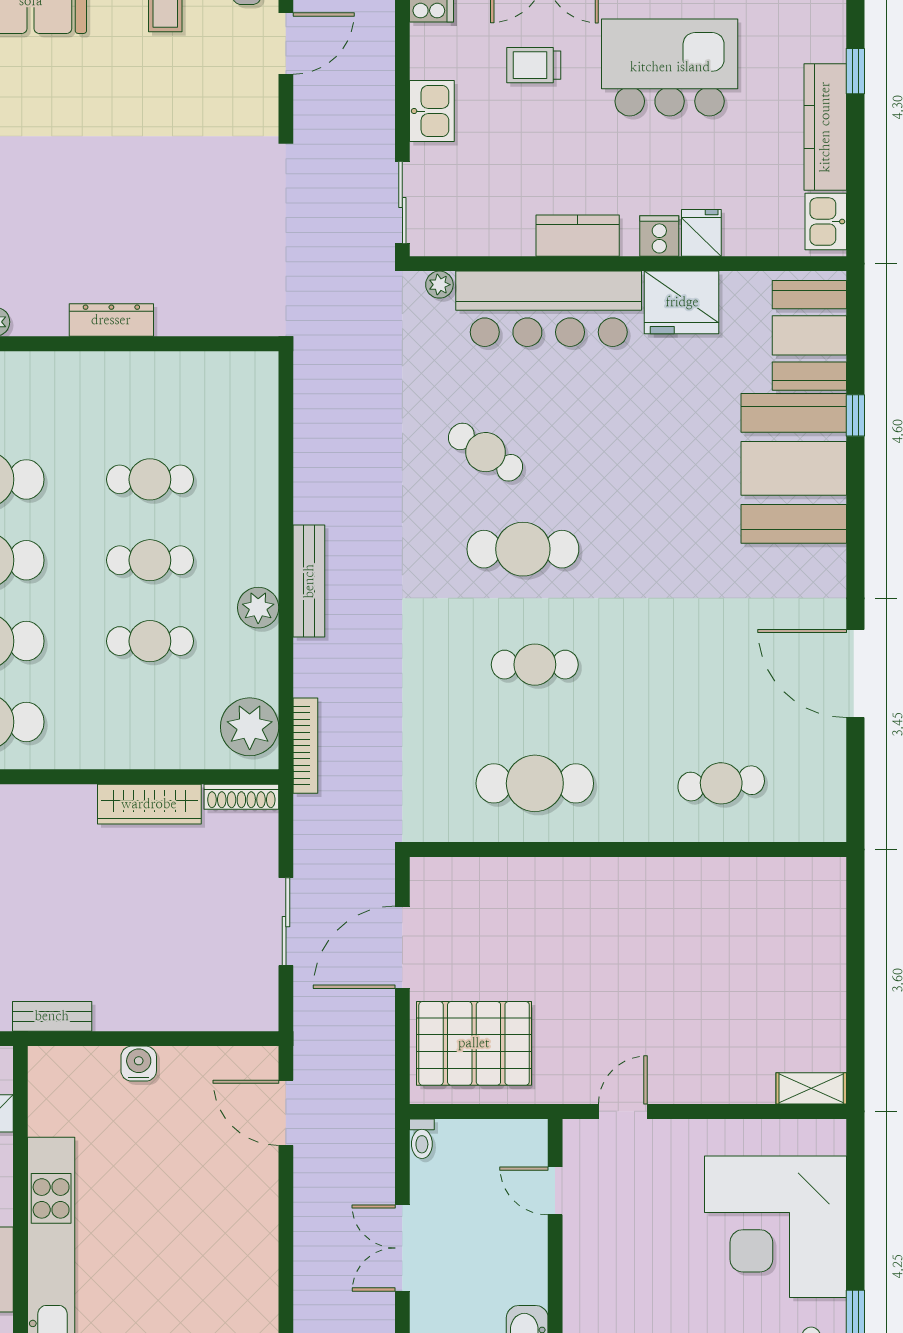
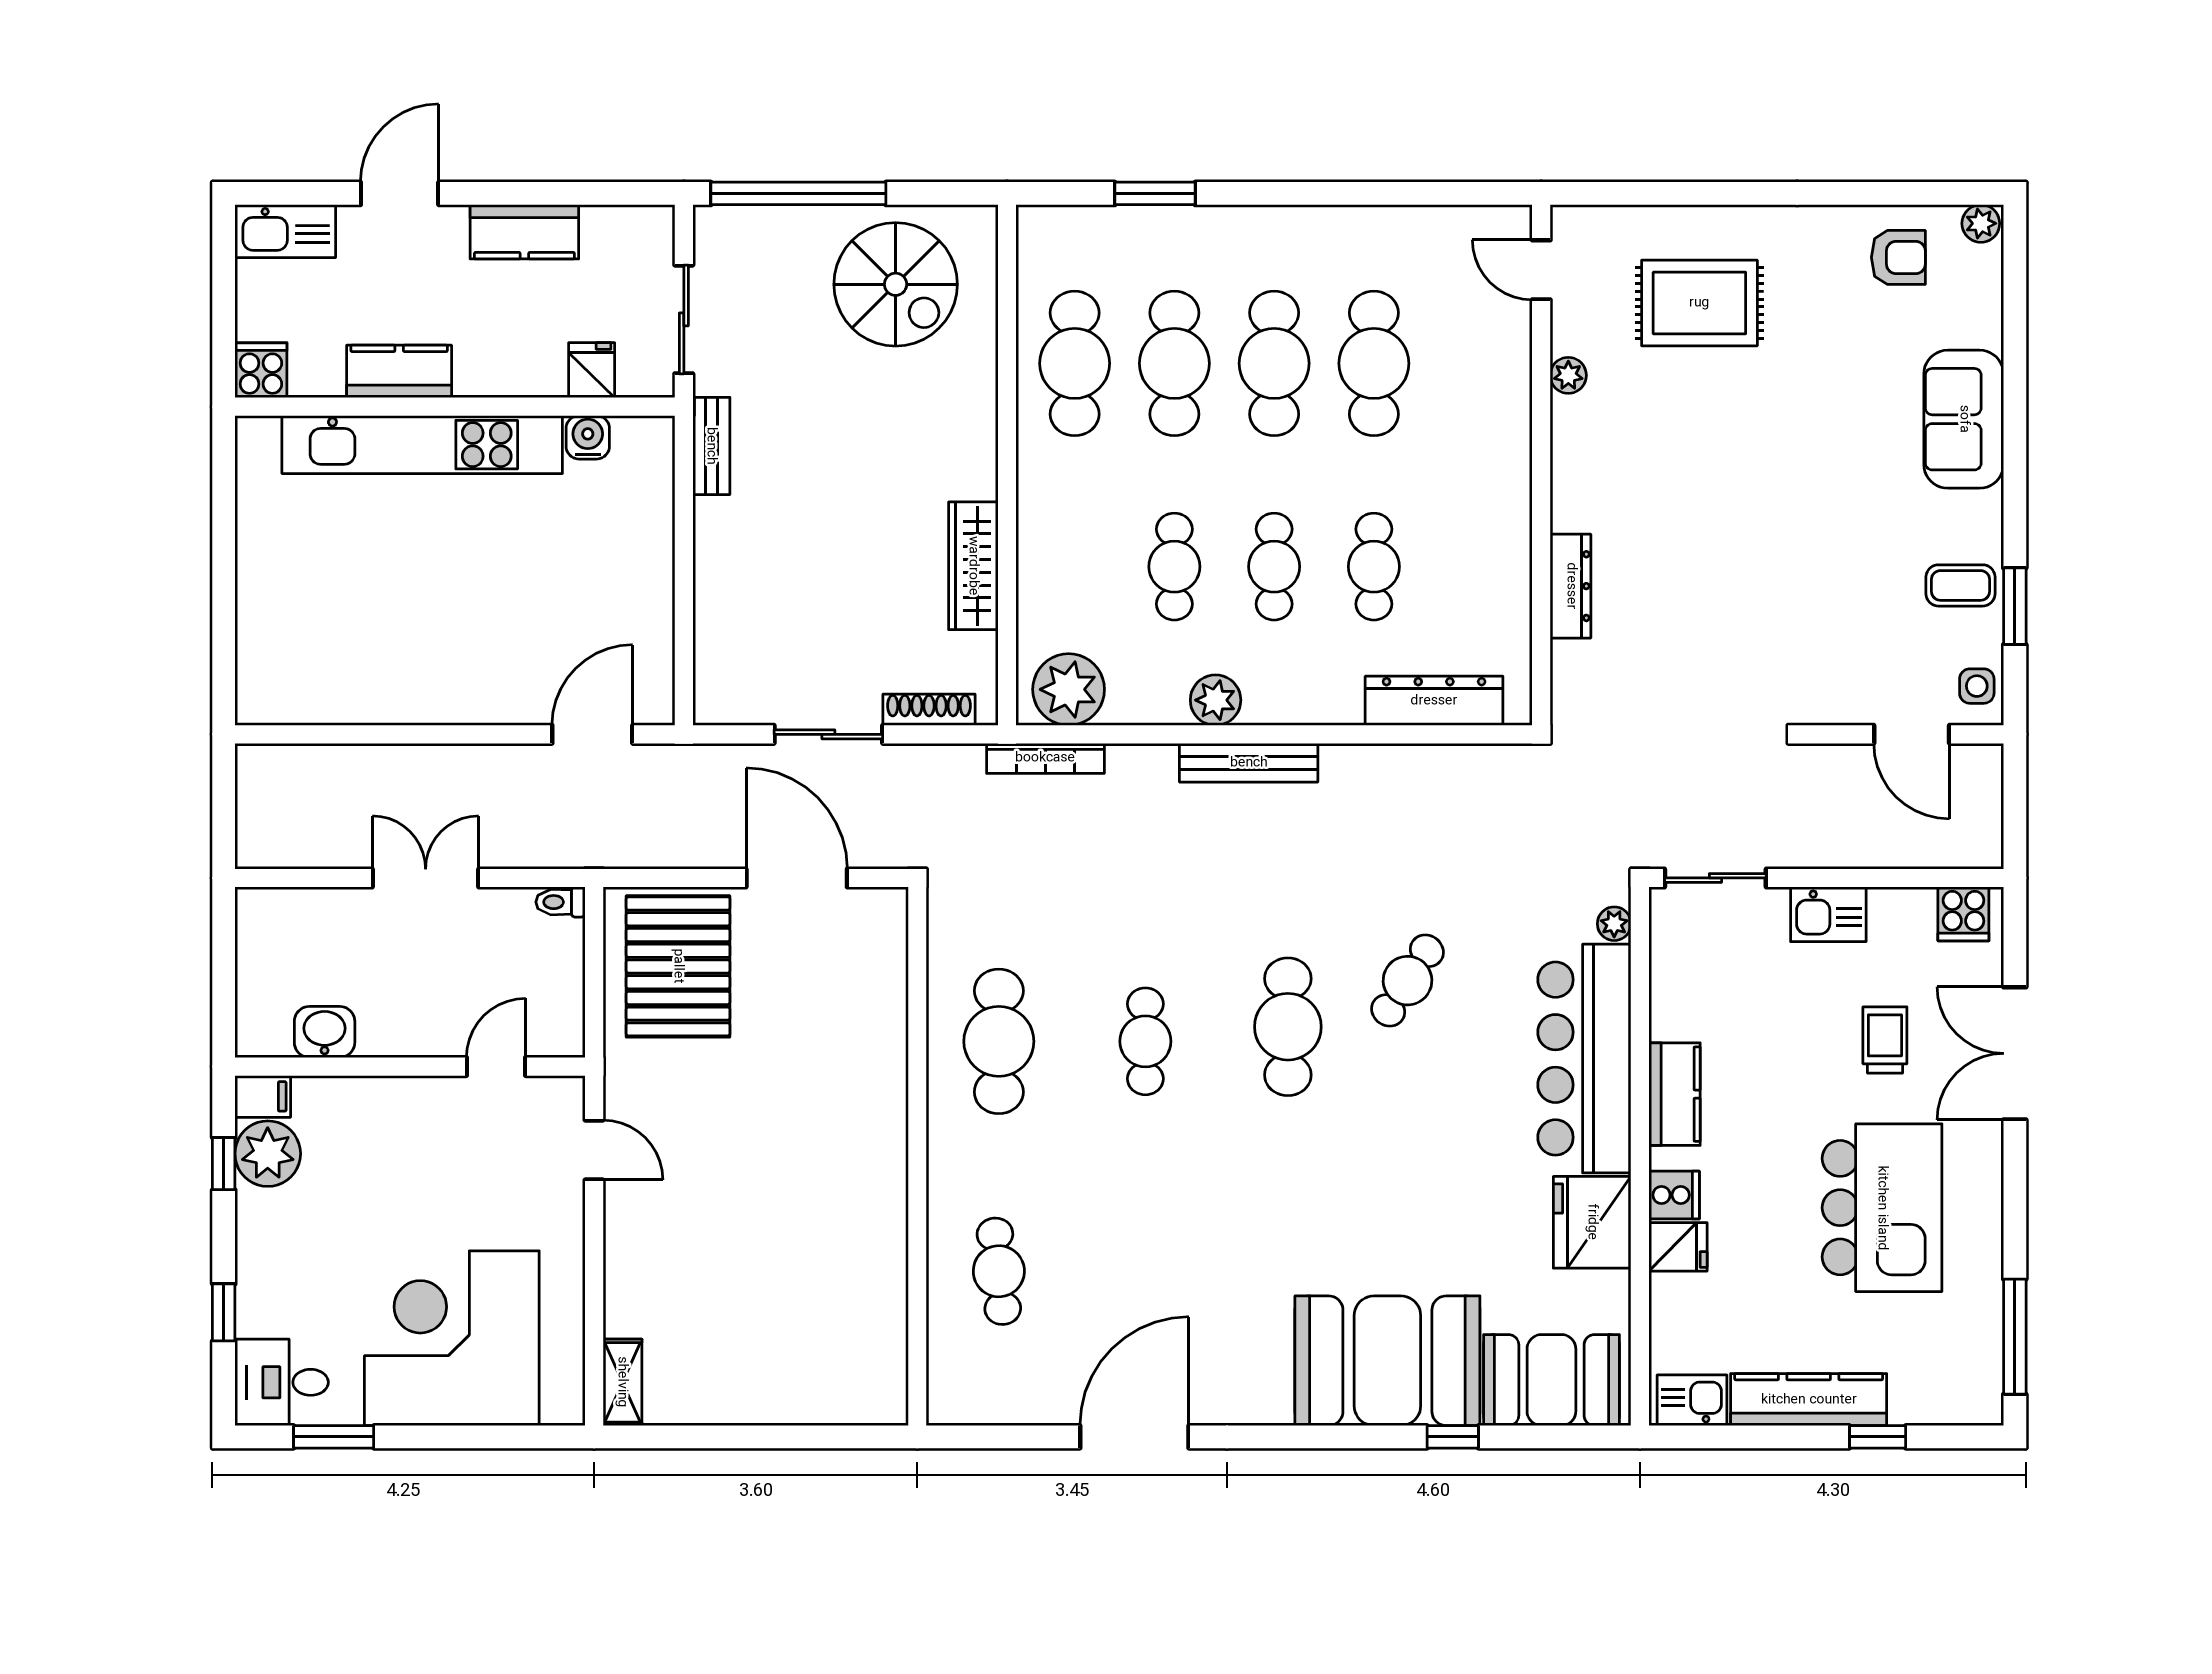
dresser: (111, 320) -> (1571, 586), moved
dresser: (259, 431) -> (1434, 701), added
shoe rack: (241, 797) -> (929, 710), moved, turned 90
water cooler: (139, 1064) -> (588, 437), moved, turned -90

